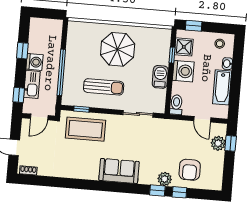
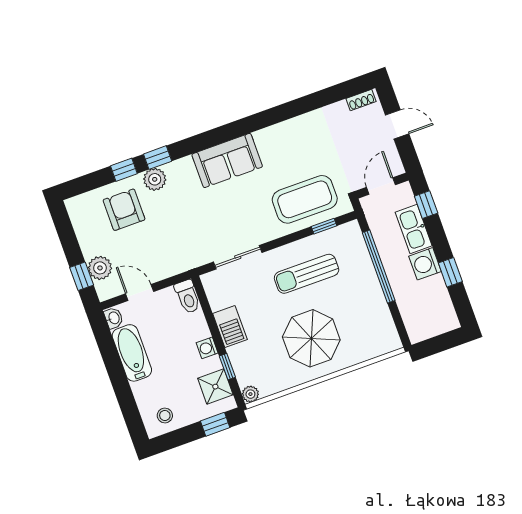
plant: (166, 34) -> (250, 394), added
washbasin: (227, 64) -> (114, 318), moved
washing machine: (183, 71) -> (207, 348), width x0.53, depth x0.53

